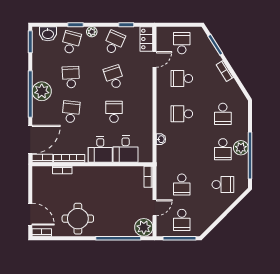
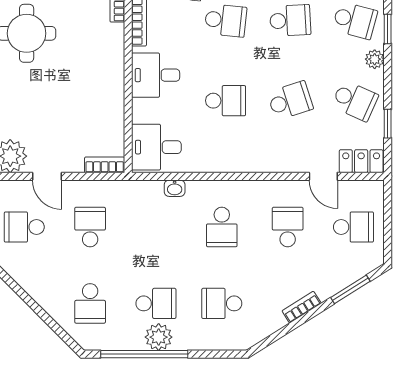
school desk: (182, 114) -> (222, 227), turned 180
desk: (126, 149) -> (156, 147), moved
school desk: (223, 149) -> (156, 303), turned 180
school desk: (182, 185) -> (90, 227), turned 90

